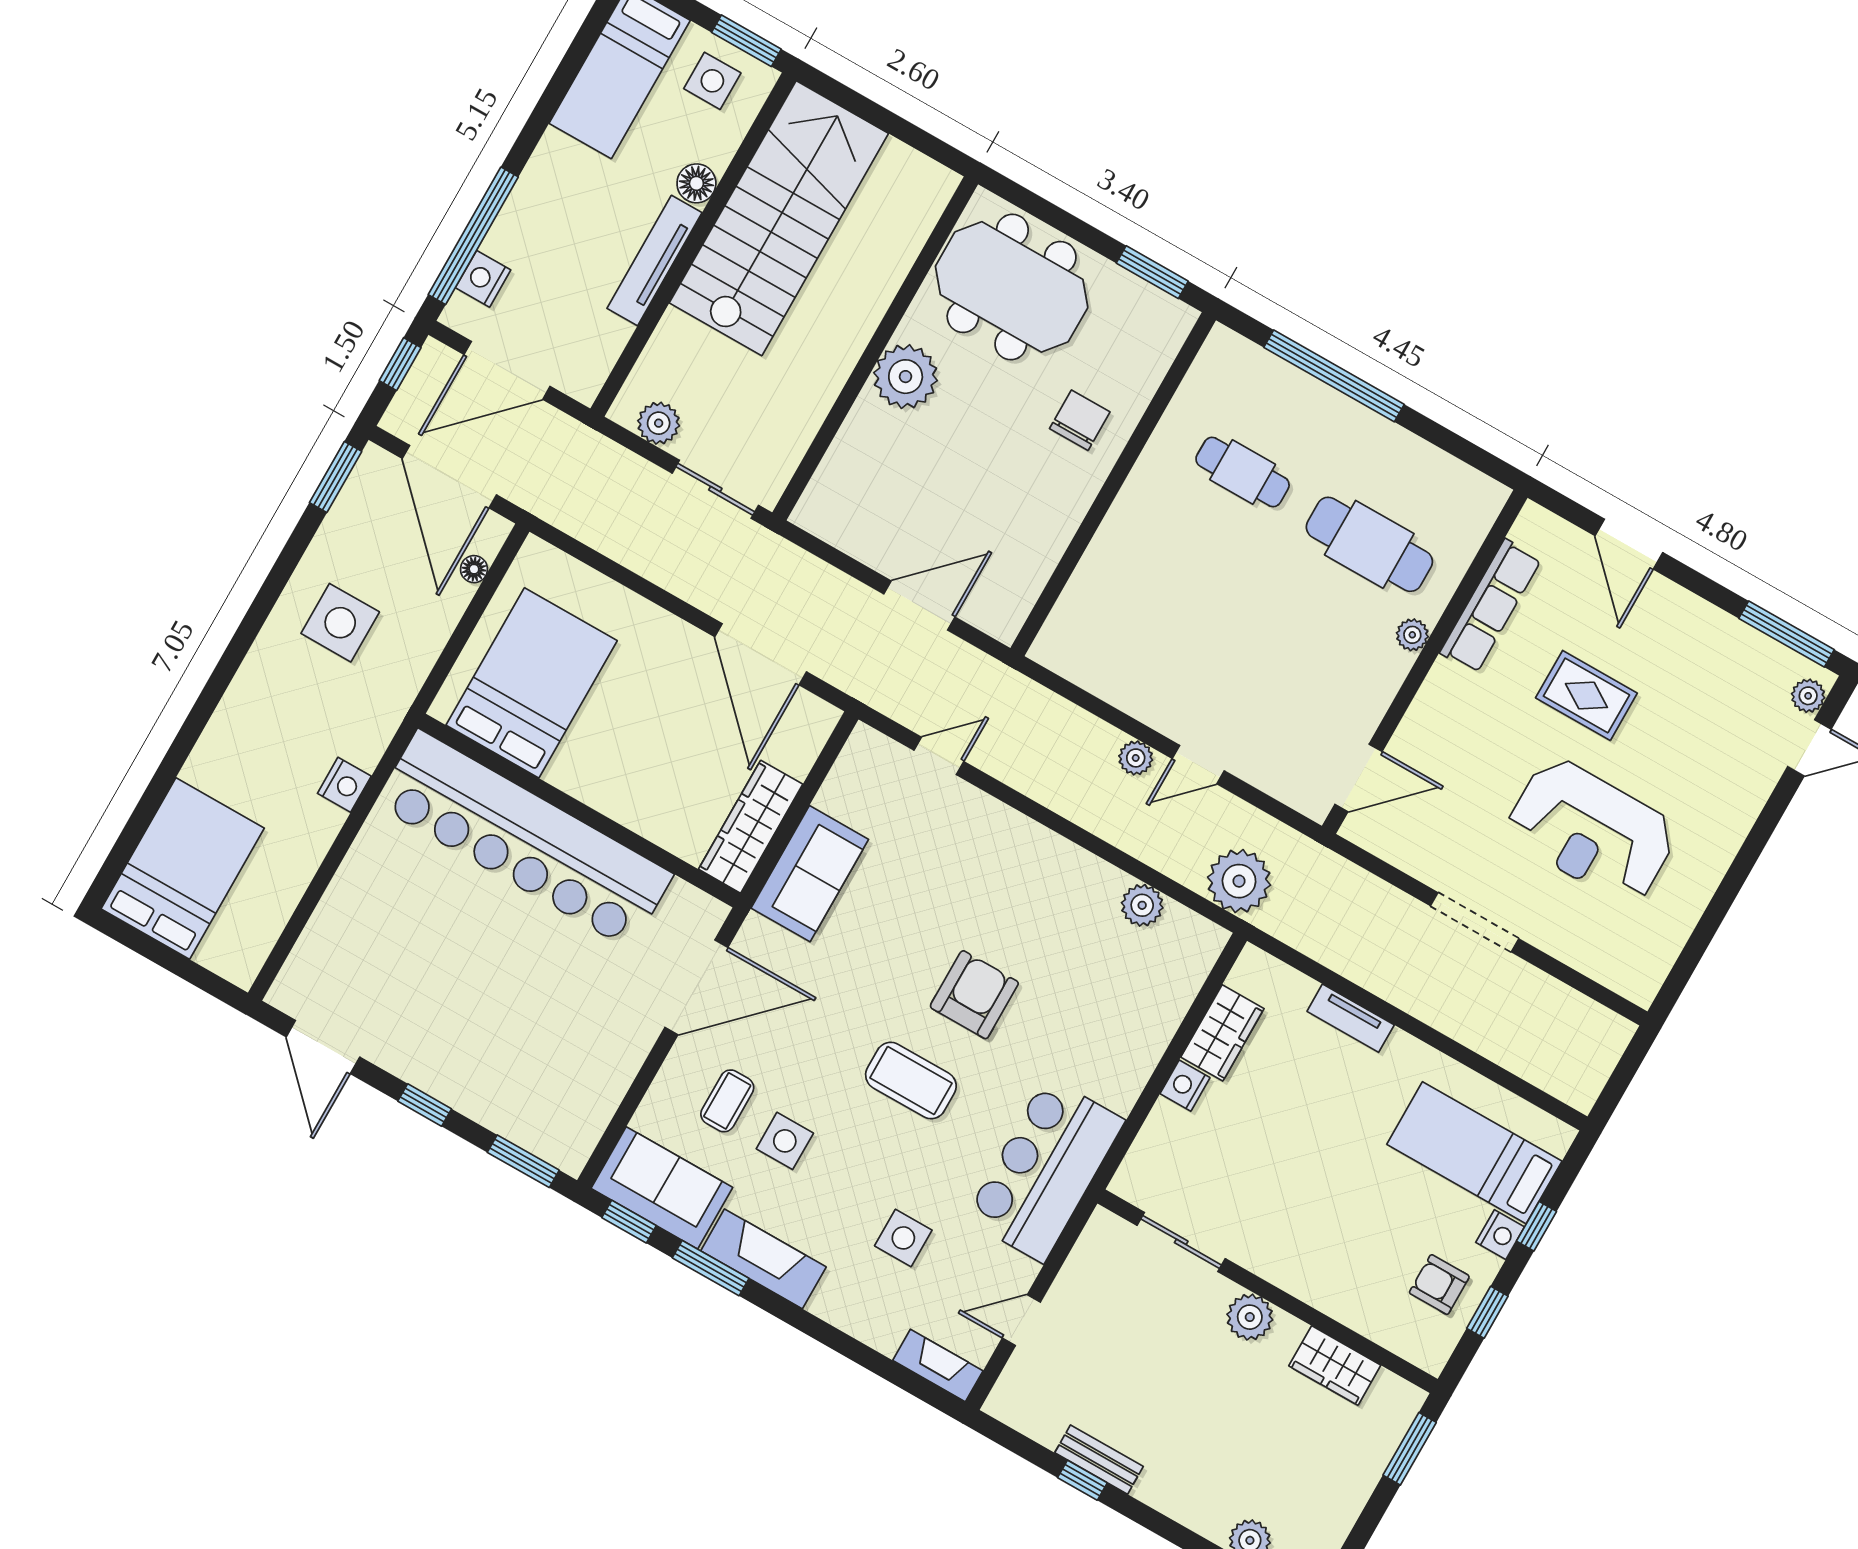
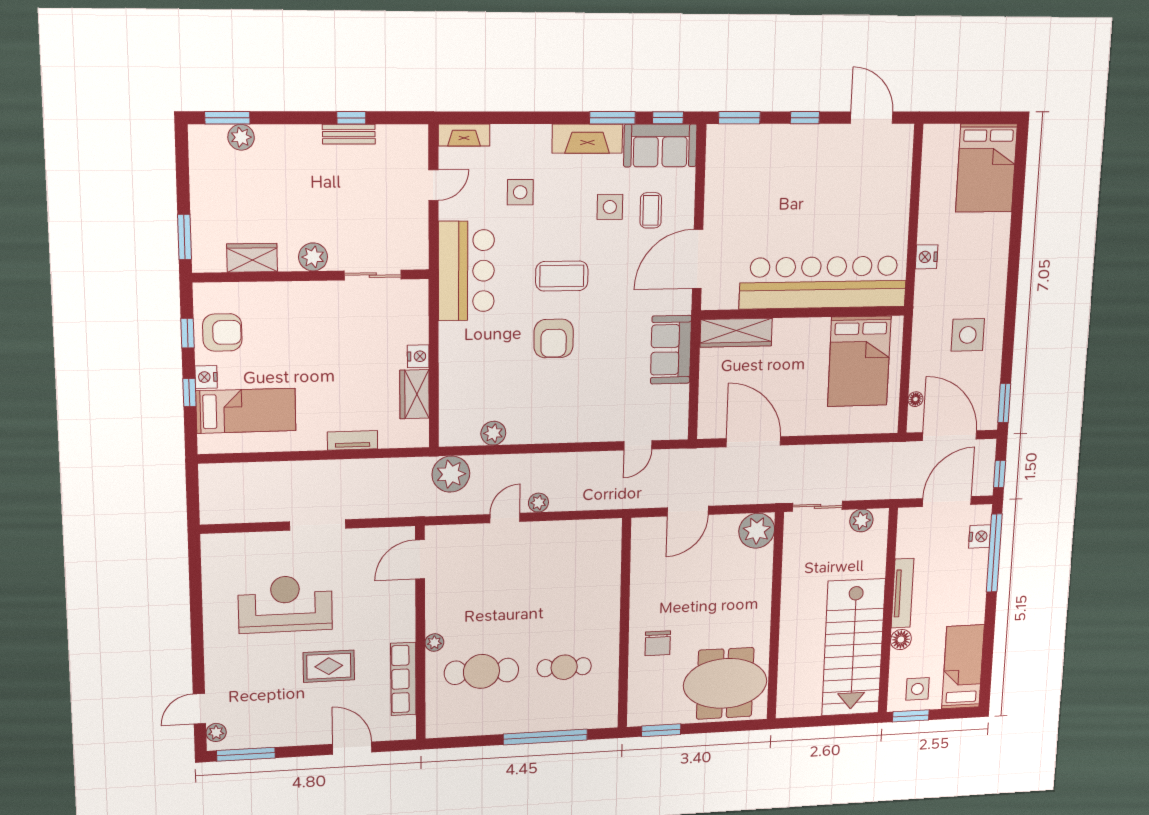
plant: (906, 377) -> (757, 531), moved
wardrobe: (751, 827) -> (736, 333), moved, turned 90
armchair: (1439, 1285) -> (222, 332), width x1.38, depth x1.38

